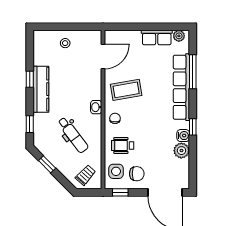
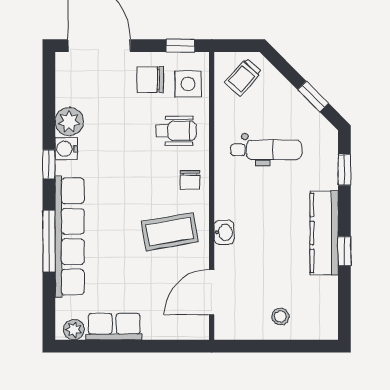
window: (193, 72) -> (49, 241), moved
washbasin: (96, 107) -> (224, 232), moved
dental chair: (73, 135) -> (266, 150), turned 127

